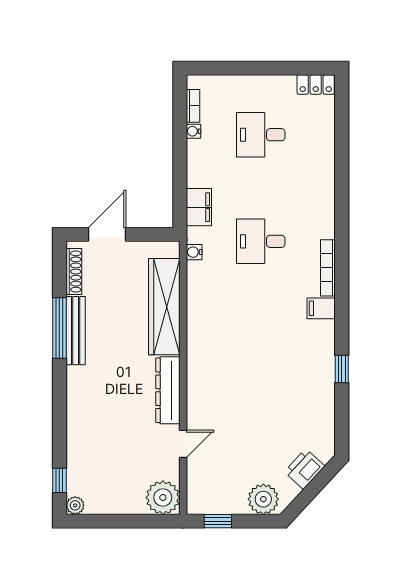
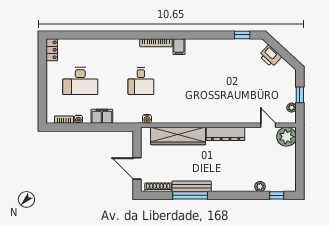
desk: (261, 135) -> (80, 81), width x1.37
filing cabinet: (199, 207) -> (102, 116), moved
window: (342, 369) -> (242, 35), moved
door: (183, 444) -> (268, 125), moved
plant: (263, 499) -> (292, 108), moved, width x0.53, depth x0.53
plant: (75, 505) -> (260, 187), moved
window: (218, 521) -> (300, 95), moved

